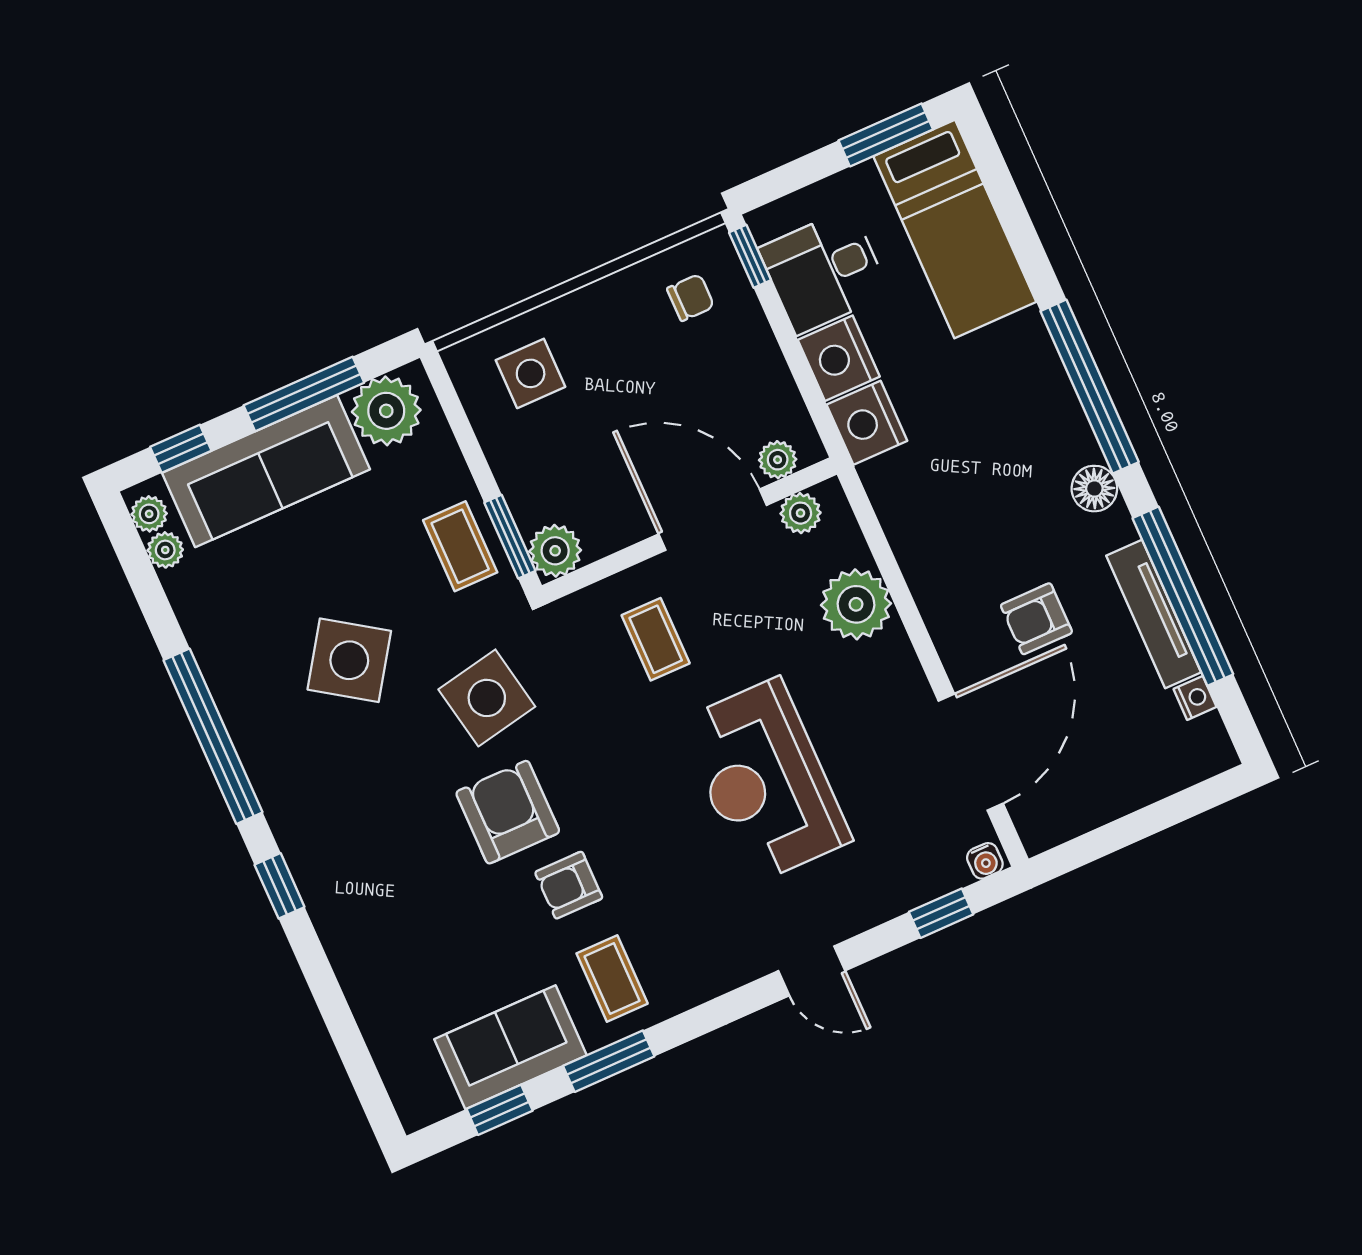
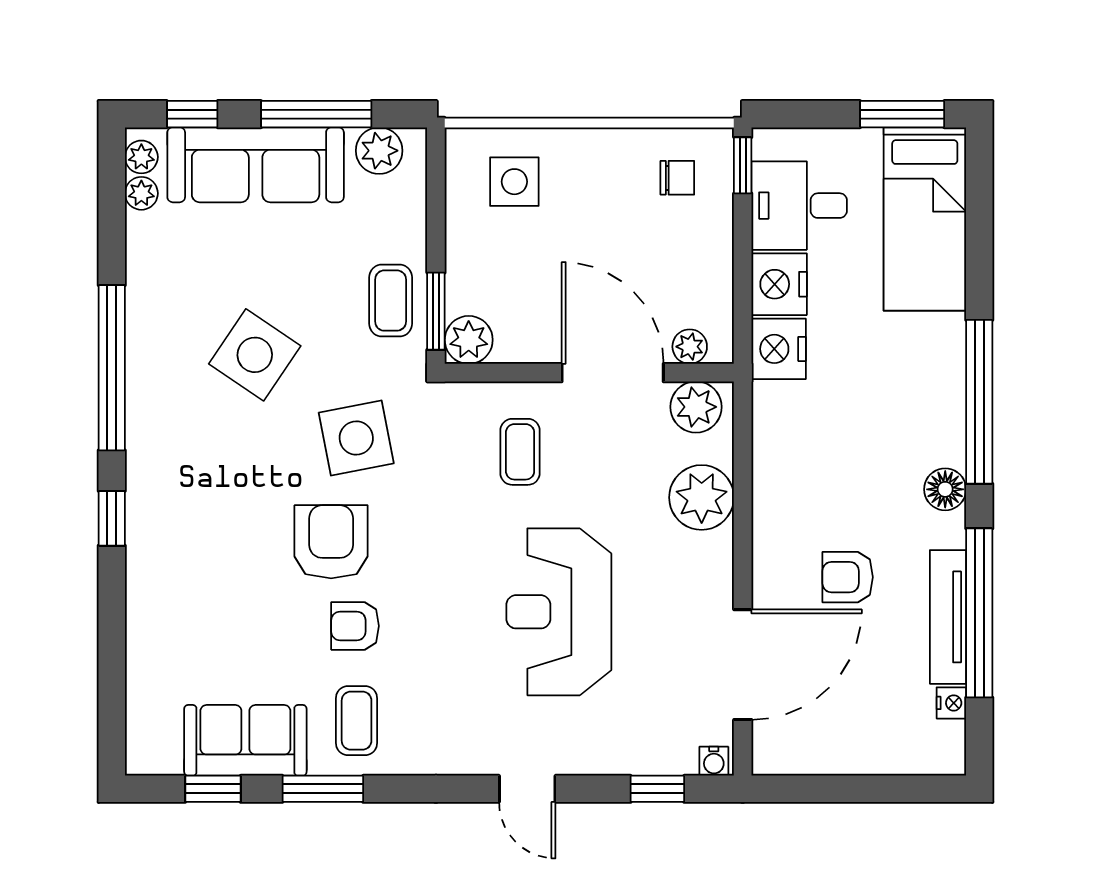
plant: (386, 411) -> (379, 151), width x0.73, depth x0.73
plant: (801, 513) -> (696, 407), width x1.38, depth x1.38

